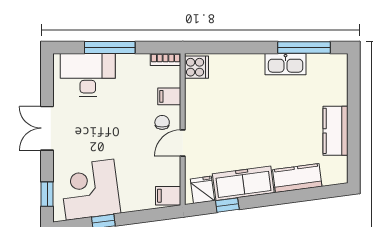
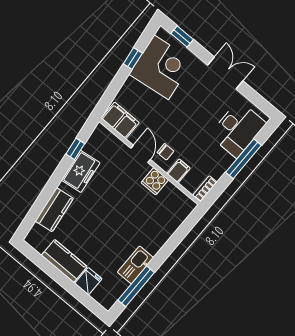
cooker: (196, 67) -> (155, 181), moved
freezer: (243, 183) -> (81, 171), width x0.71
fridge: (202, 190) -> (88, 281), moved, turned -82
filing cabinet: (168, 196) -> (120, 120), width x2.00

